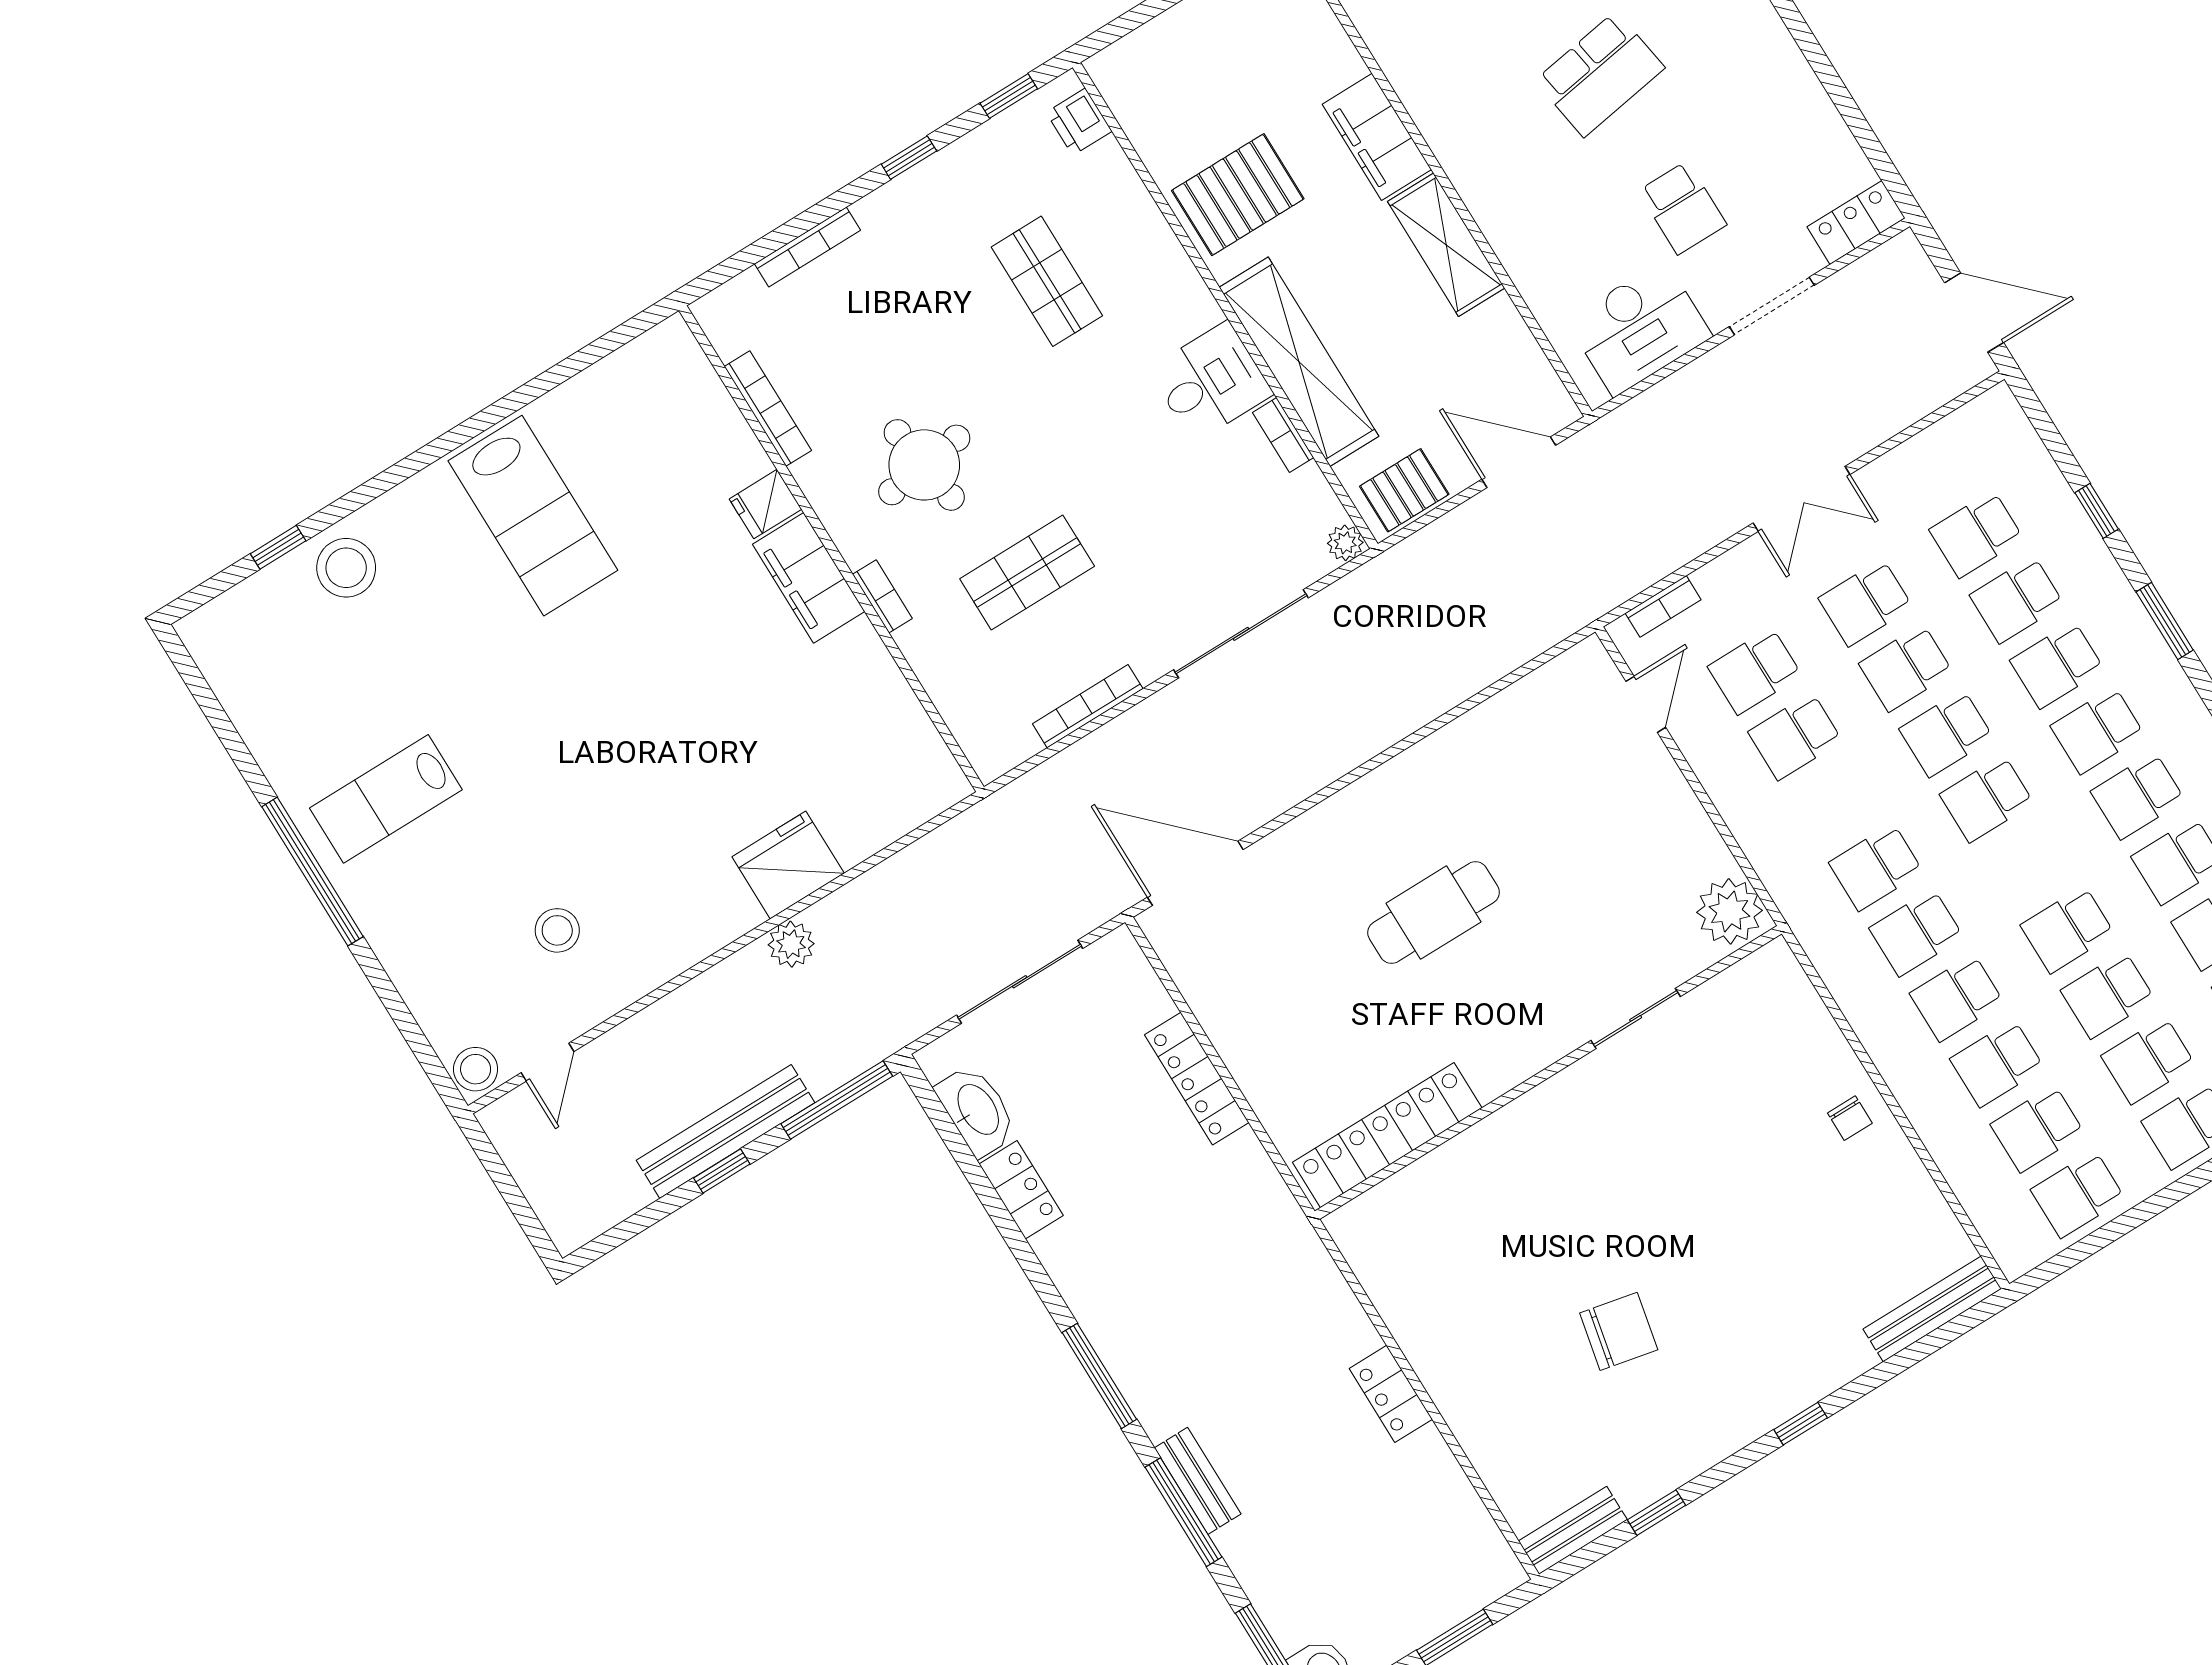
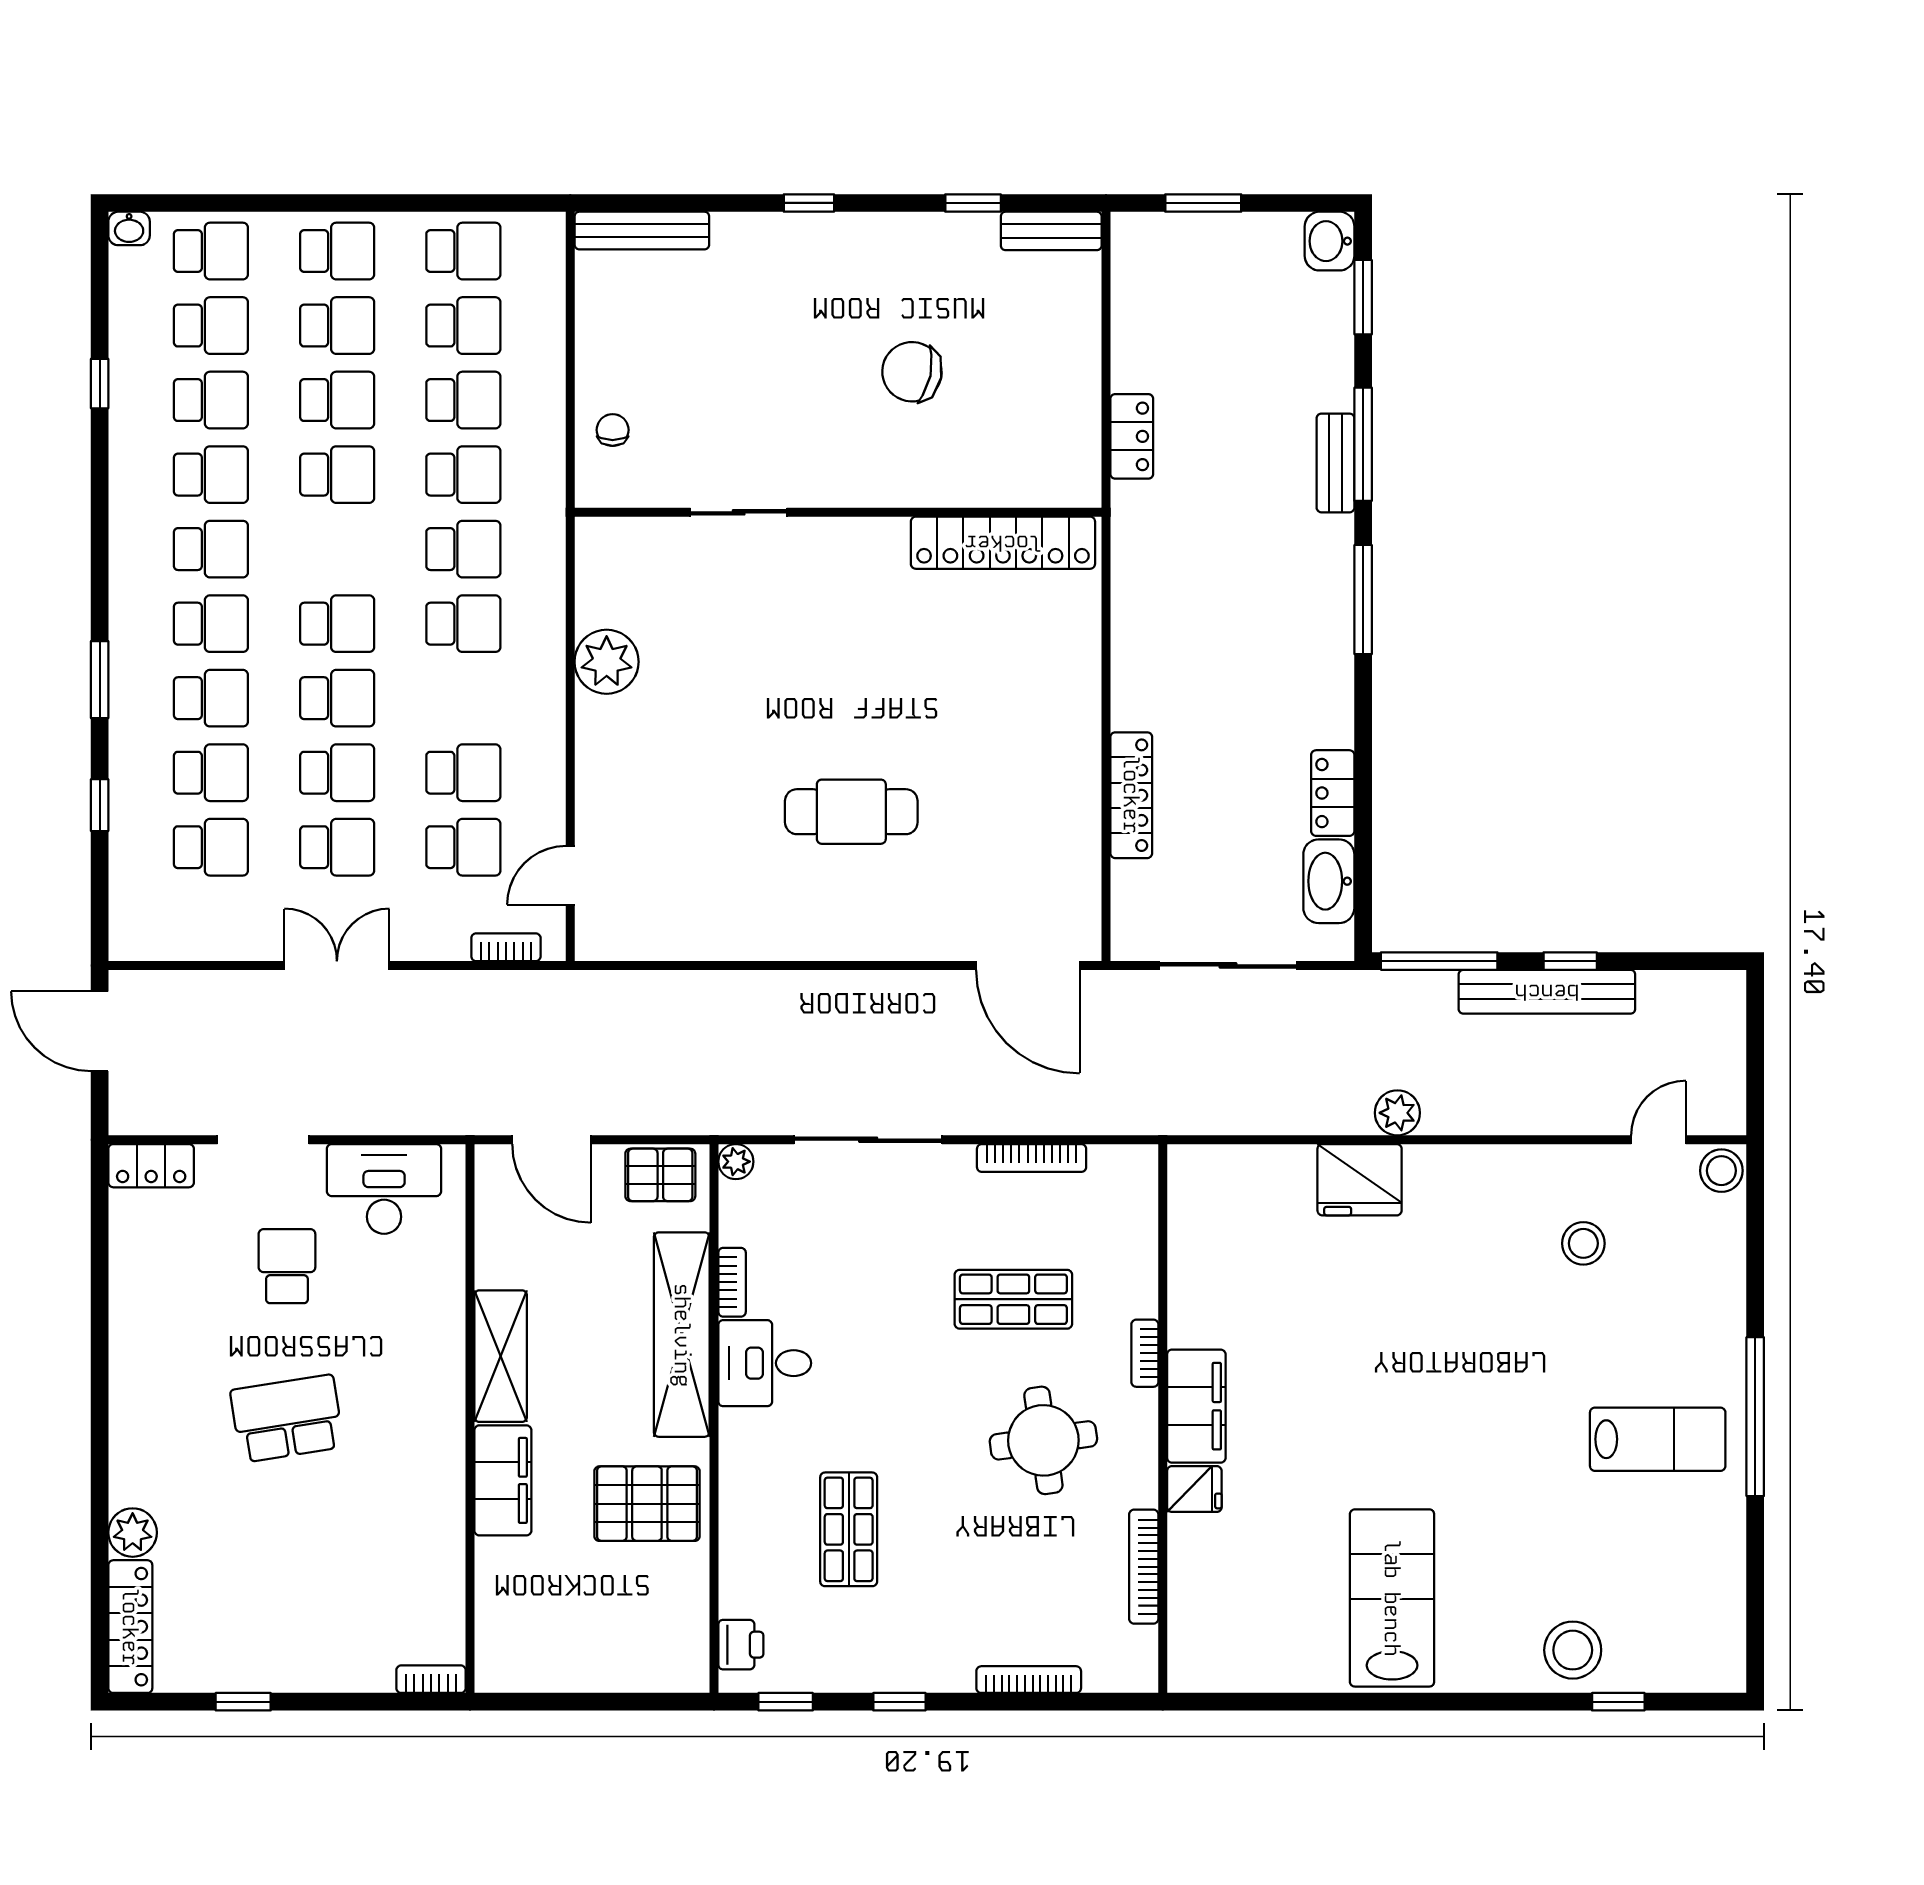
sliding door: (1636, 1019) -> (739, 512), moved
wall: (1548, 1072) -> (838, 512), moved
locker: (1387, 1135) -> (1003, 543), moved

